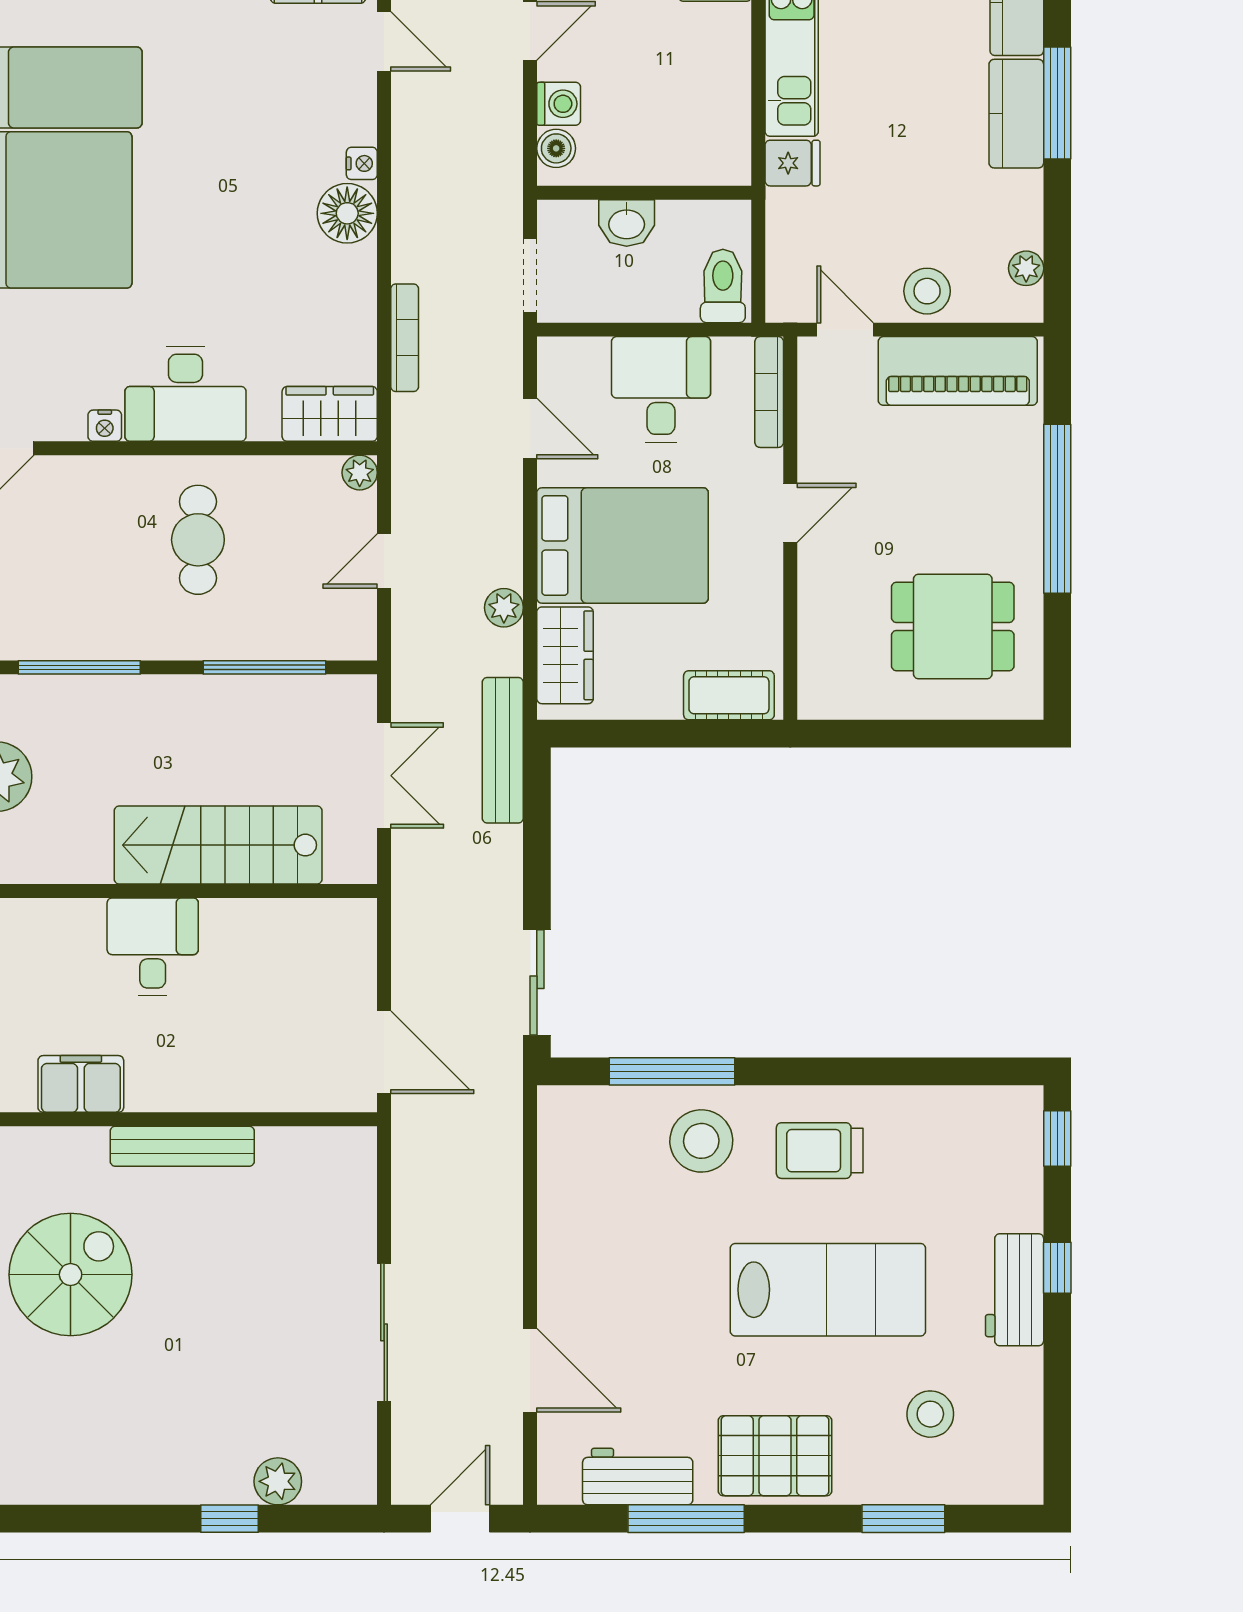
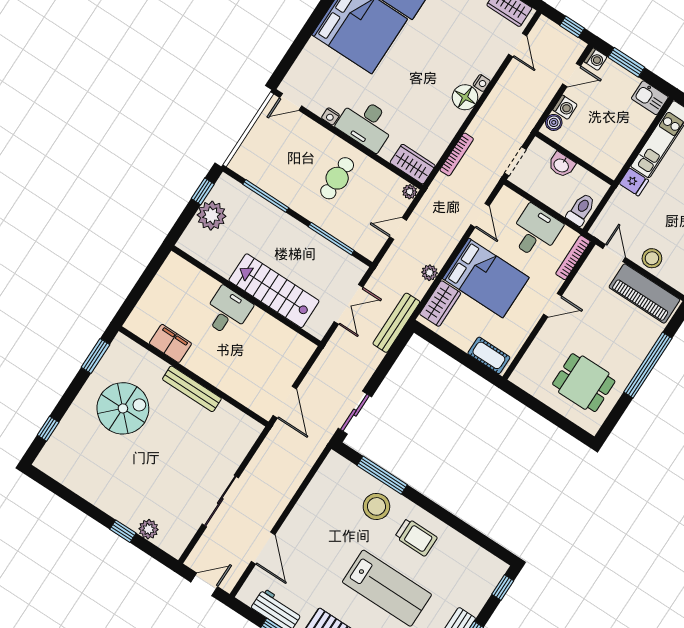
trolley: (820, 1151) -> (416, 537), turned 180

